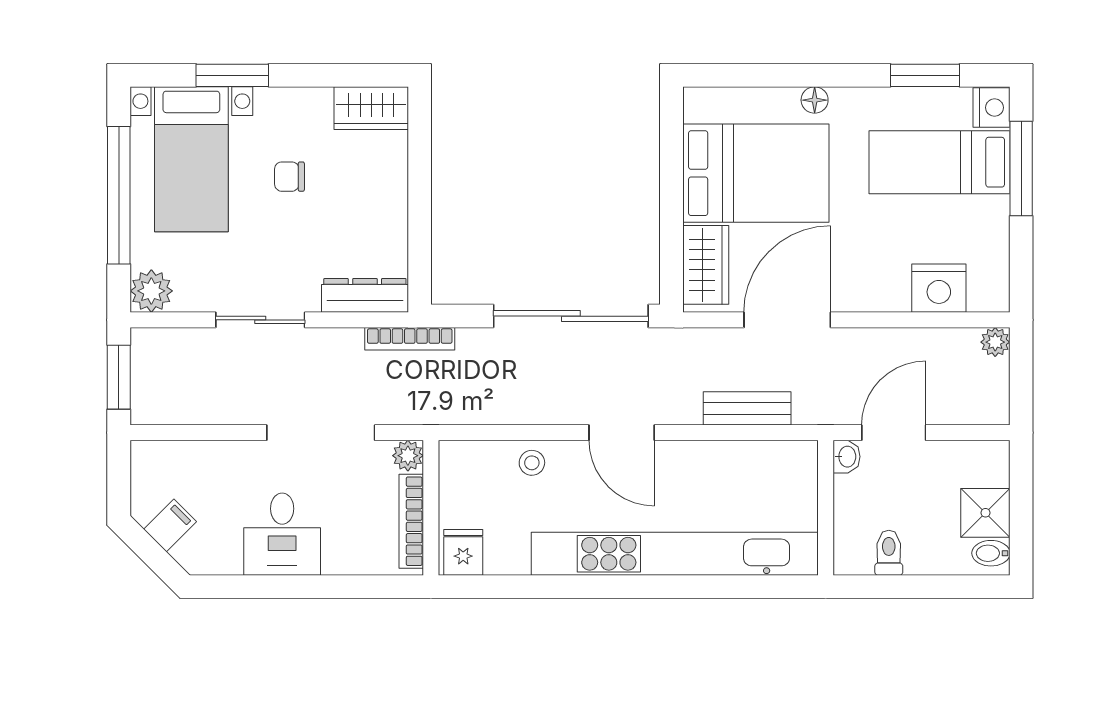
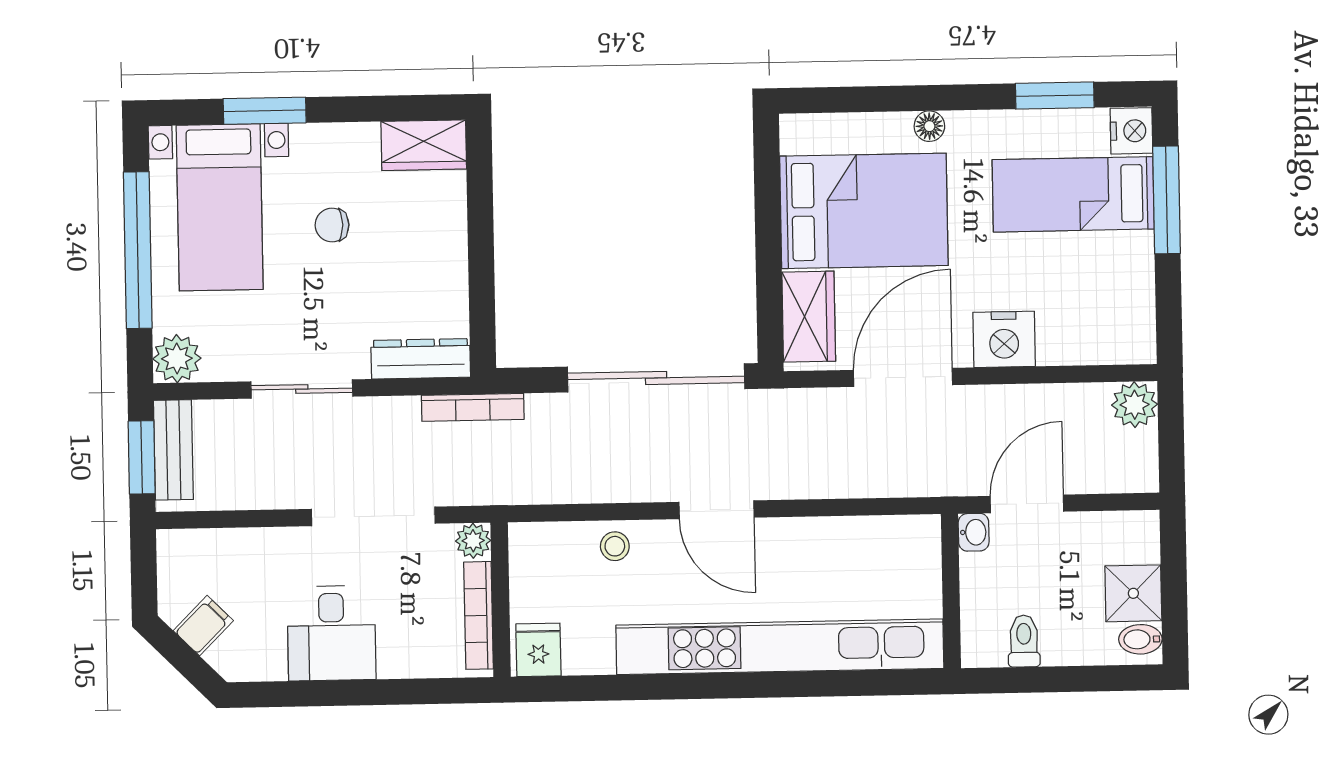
nightstand: (939, 288) -> (1004, 339), moved
plant: (995, 342) -> (1135, 405), width x1.38, depth x1.38
bench: (747, 408) -> (173, 450), moved, turned 90

